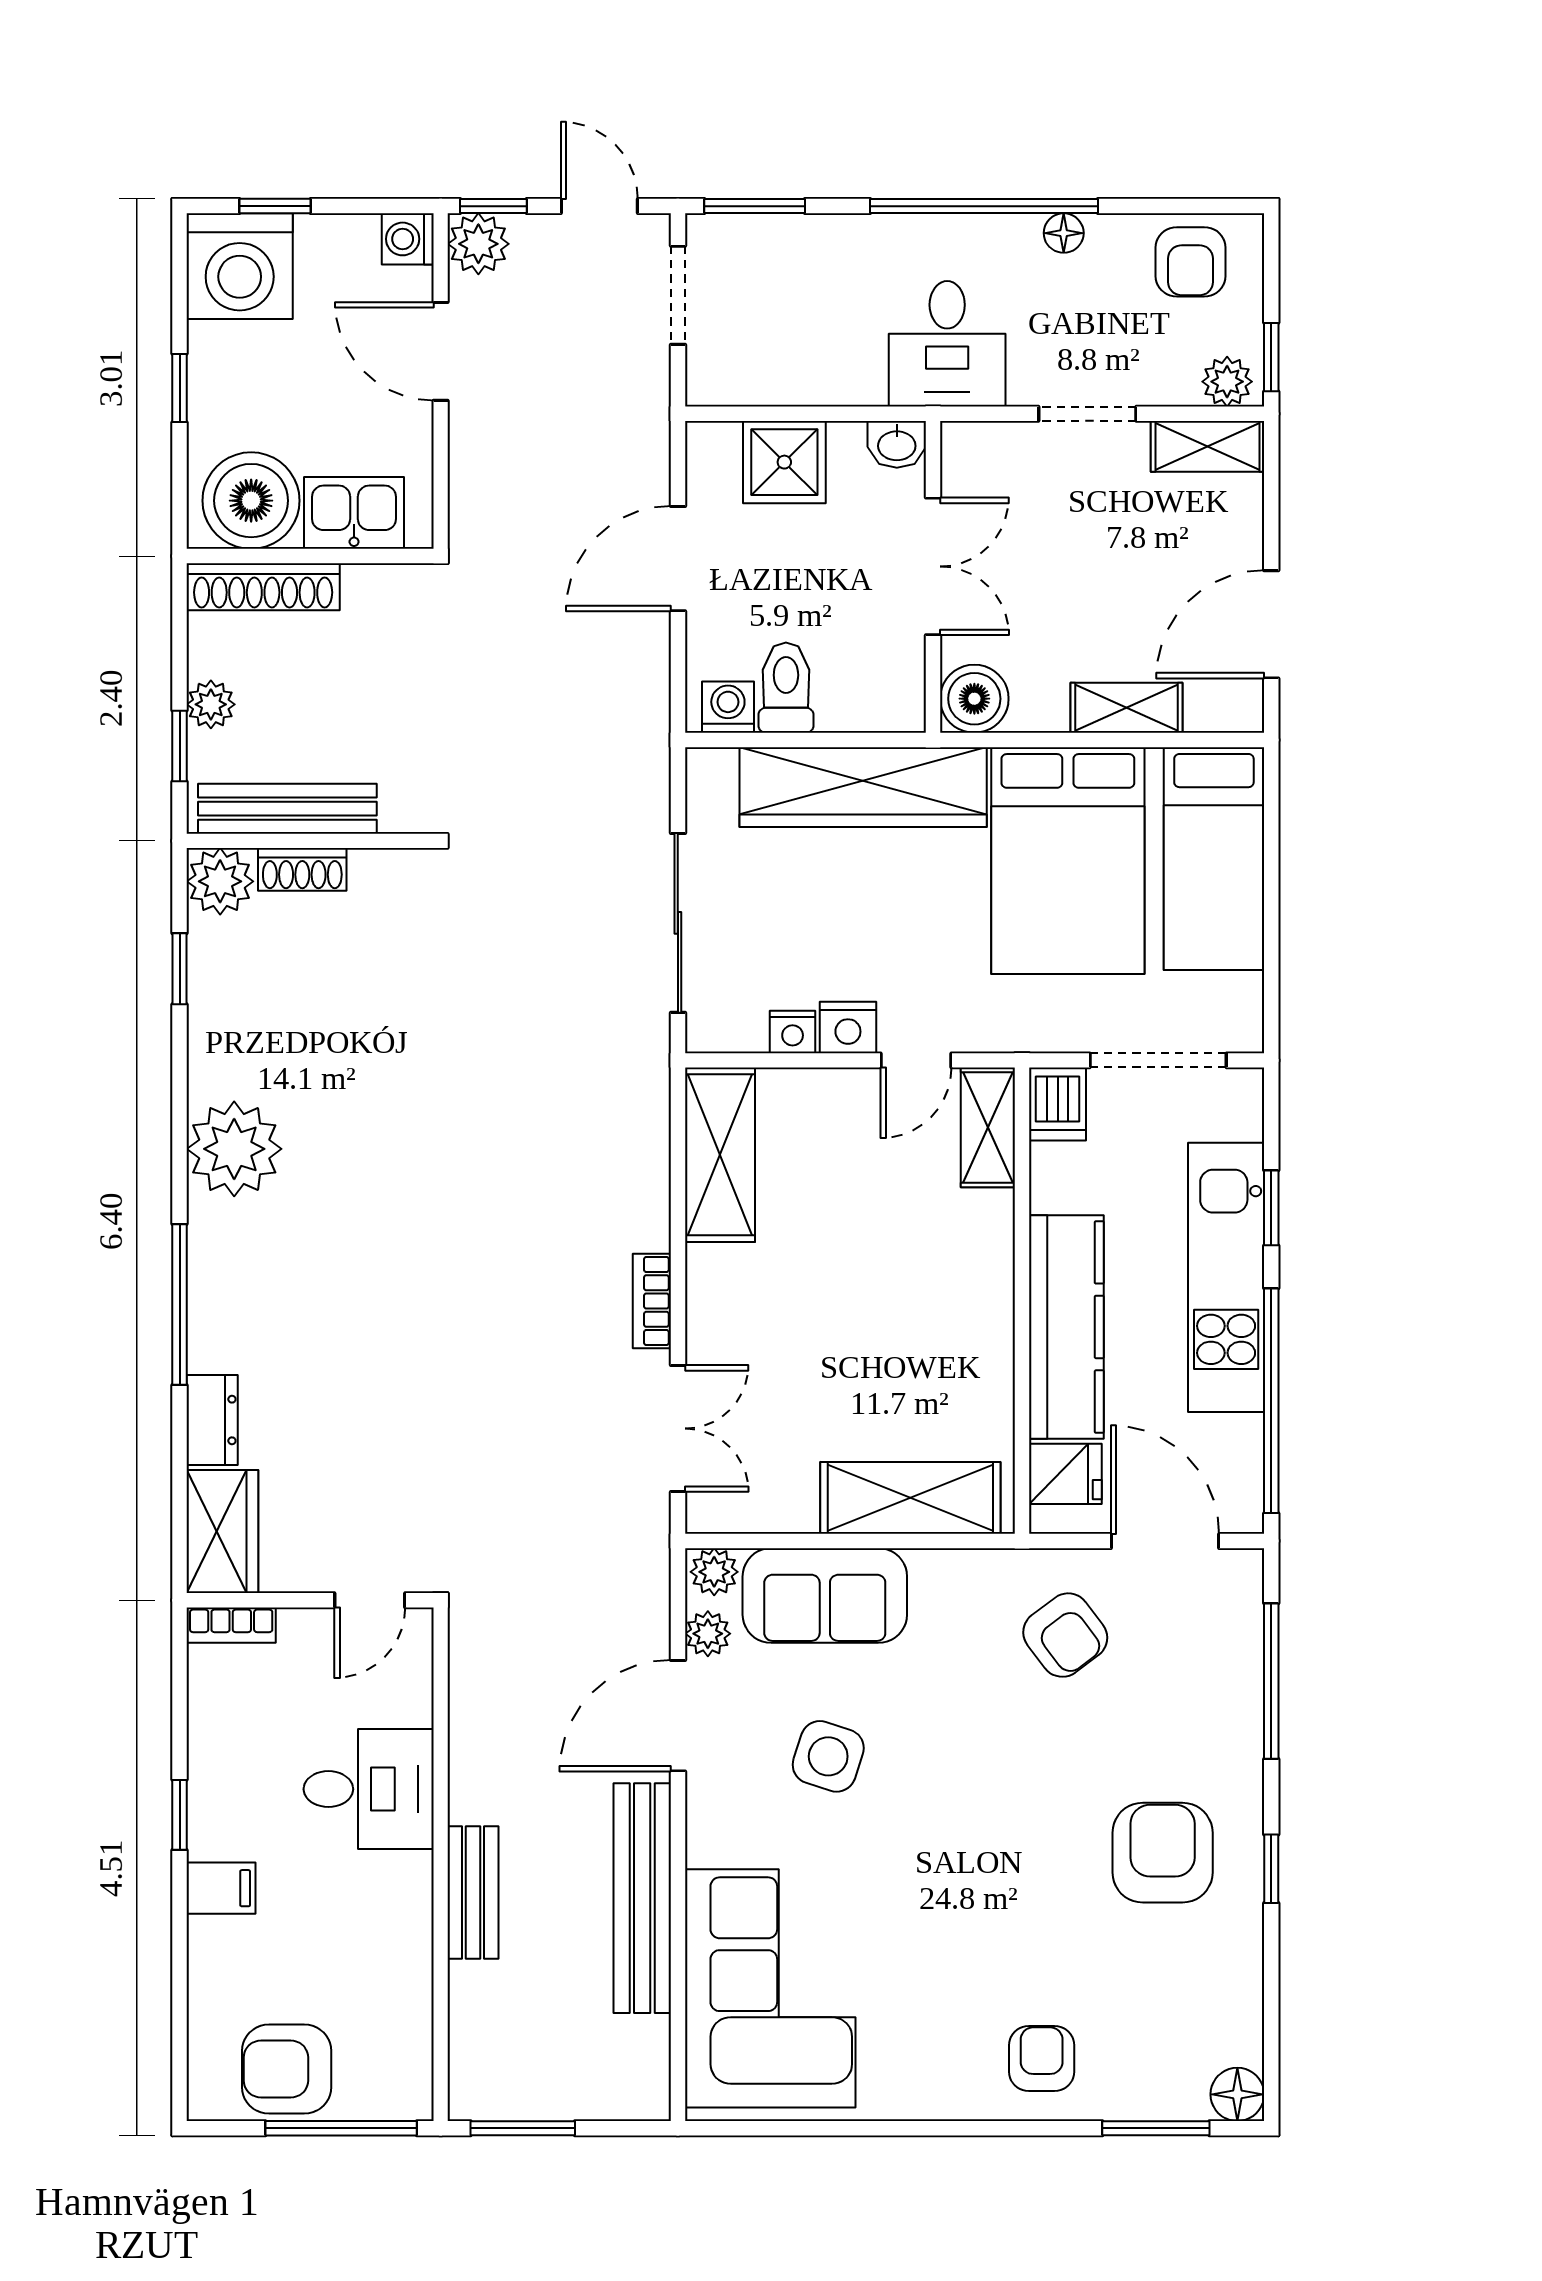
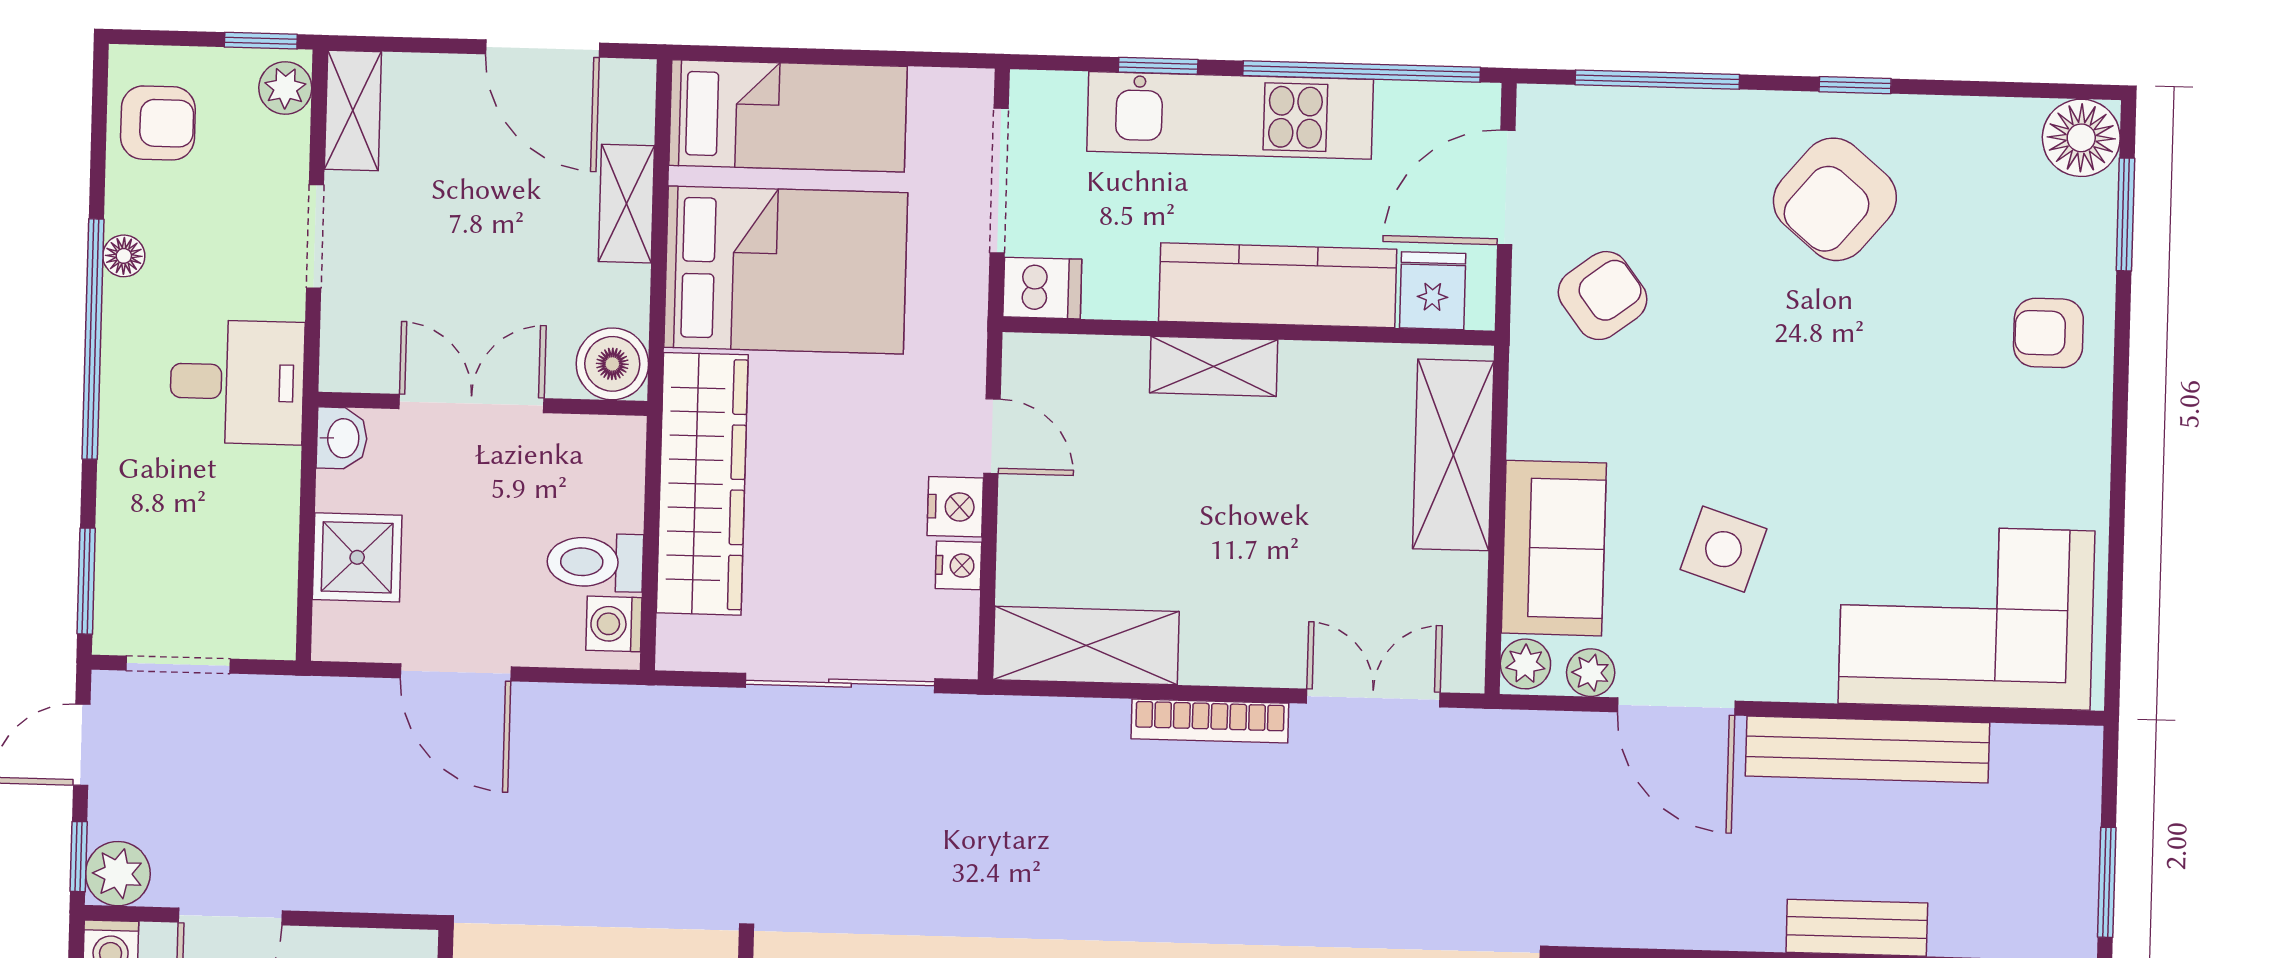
shelving: (988, 1127) -> (1214, 366), moved
bookcase: (652, 1301) -> (1210, 721), width x1.56
armchair: (1163, 1853) -> (1835, 199), turned -50
floor lamp: (1237, 2094) -> (2081, 138), width x1.38, depth x1.38

